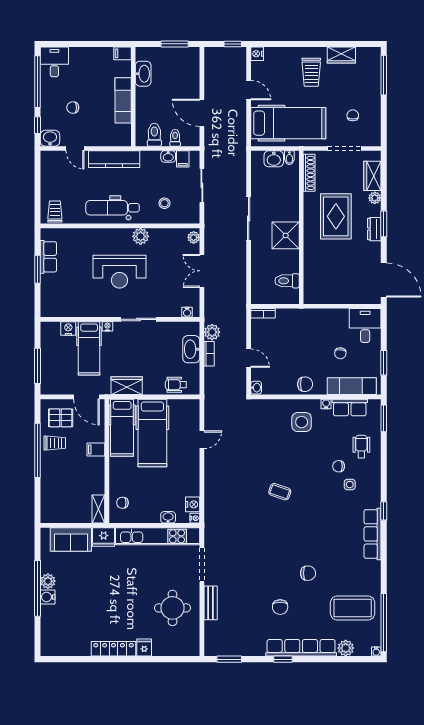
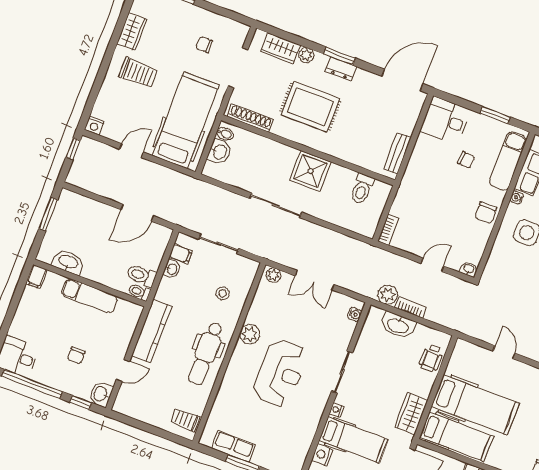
toilet: (175, 138) -> (139, 292), moved
bench: (325, 298) -> (397, 153), added
chair: (305, 384) -> (486, 213), turned 180

